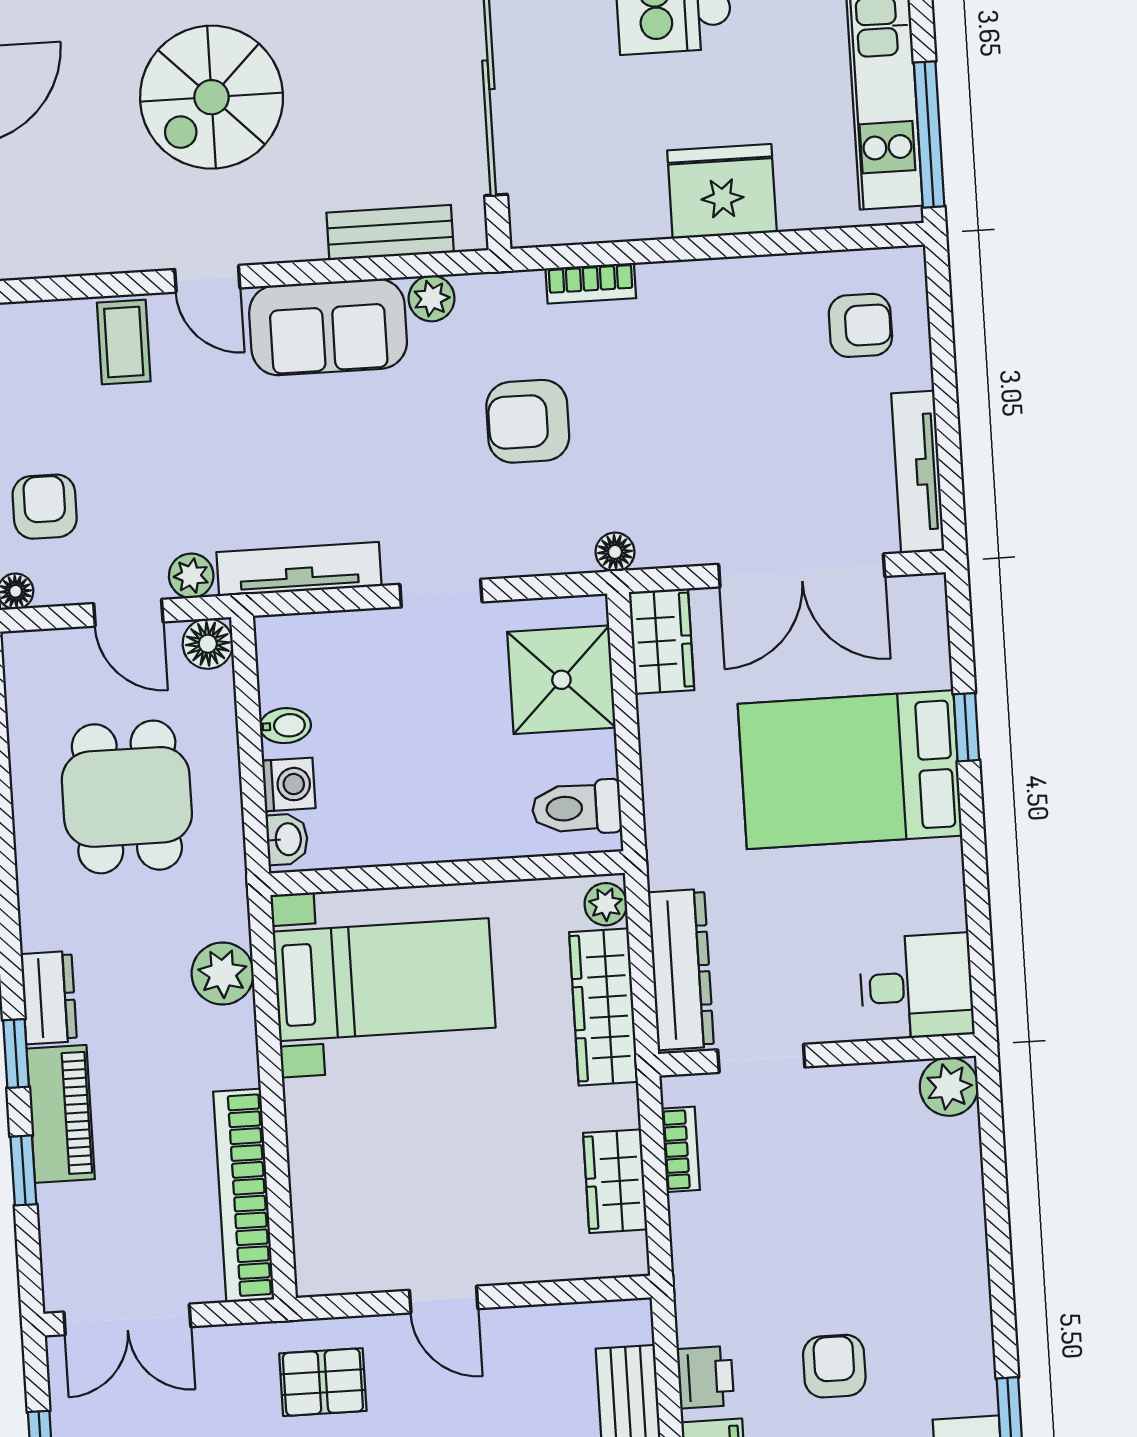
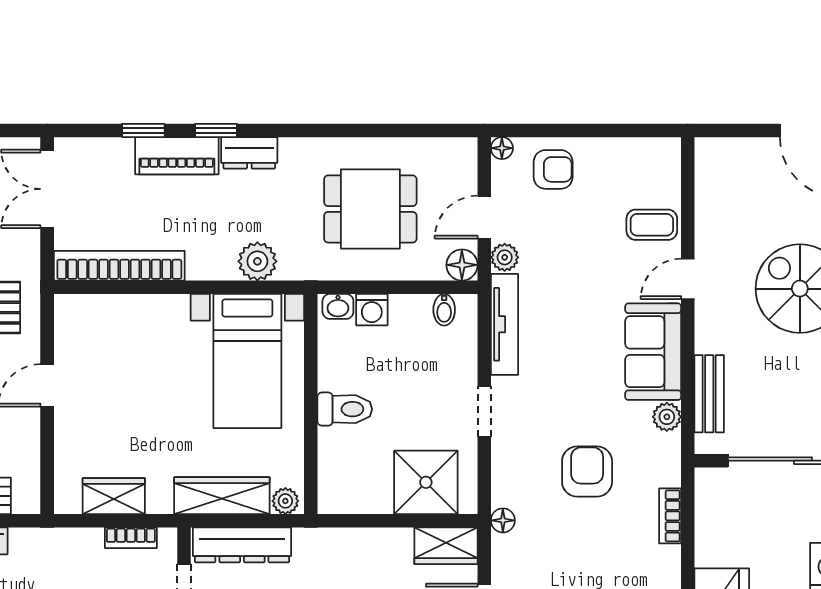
bidet: (285, 726) -> (444, 310), moved
toilet: (577, 808) -> (345, 409), moved, turned 90

